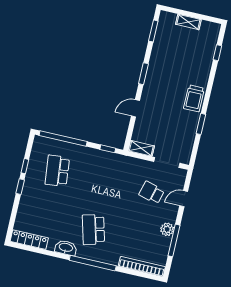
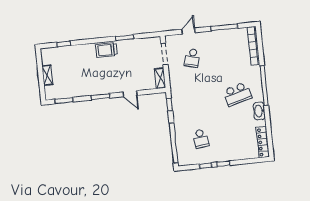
trolley: (194, 98) -> (106, 50), turned 180
school desk: (57, 171) -> (201, 139), width x0.54
door: (184, 199) -> (188, 31), swing flipped
plant: (167, 229) -> (217, 36), removed

